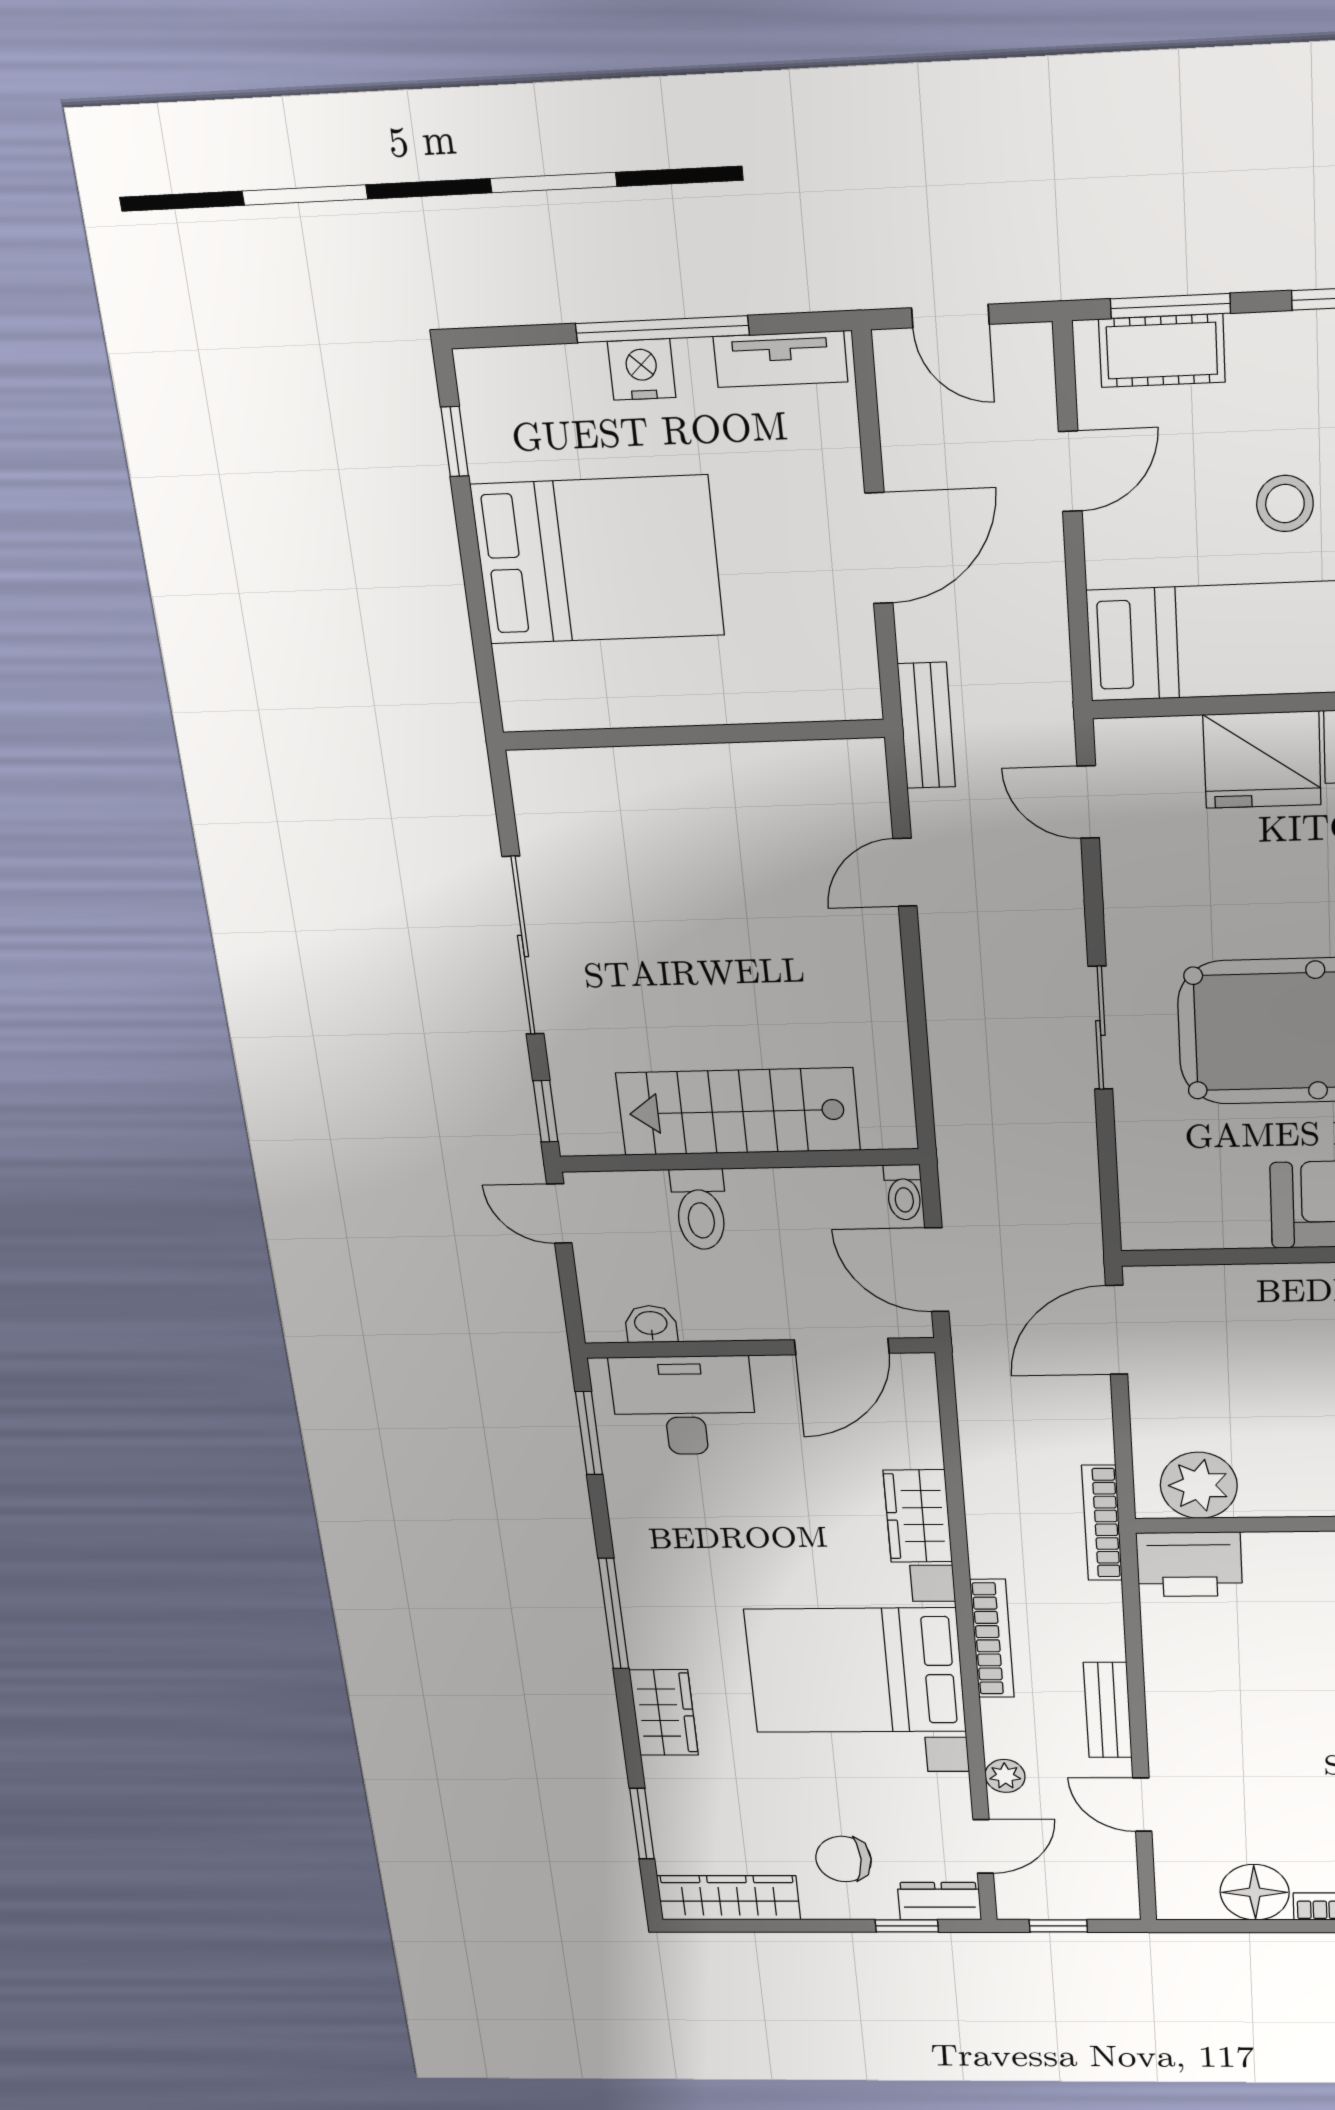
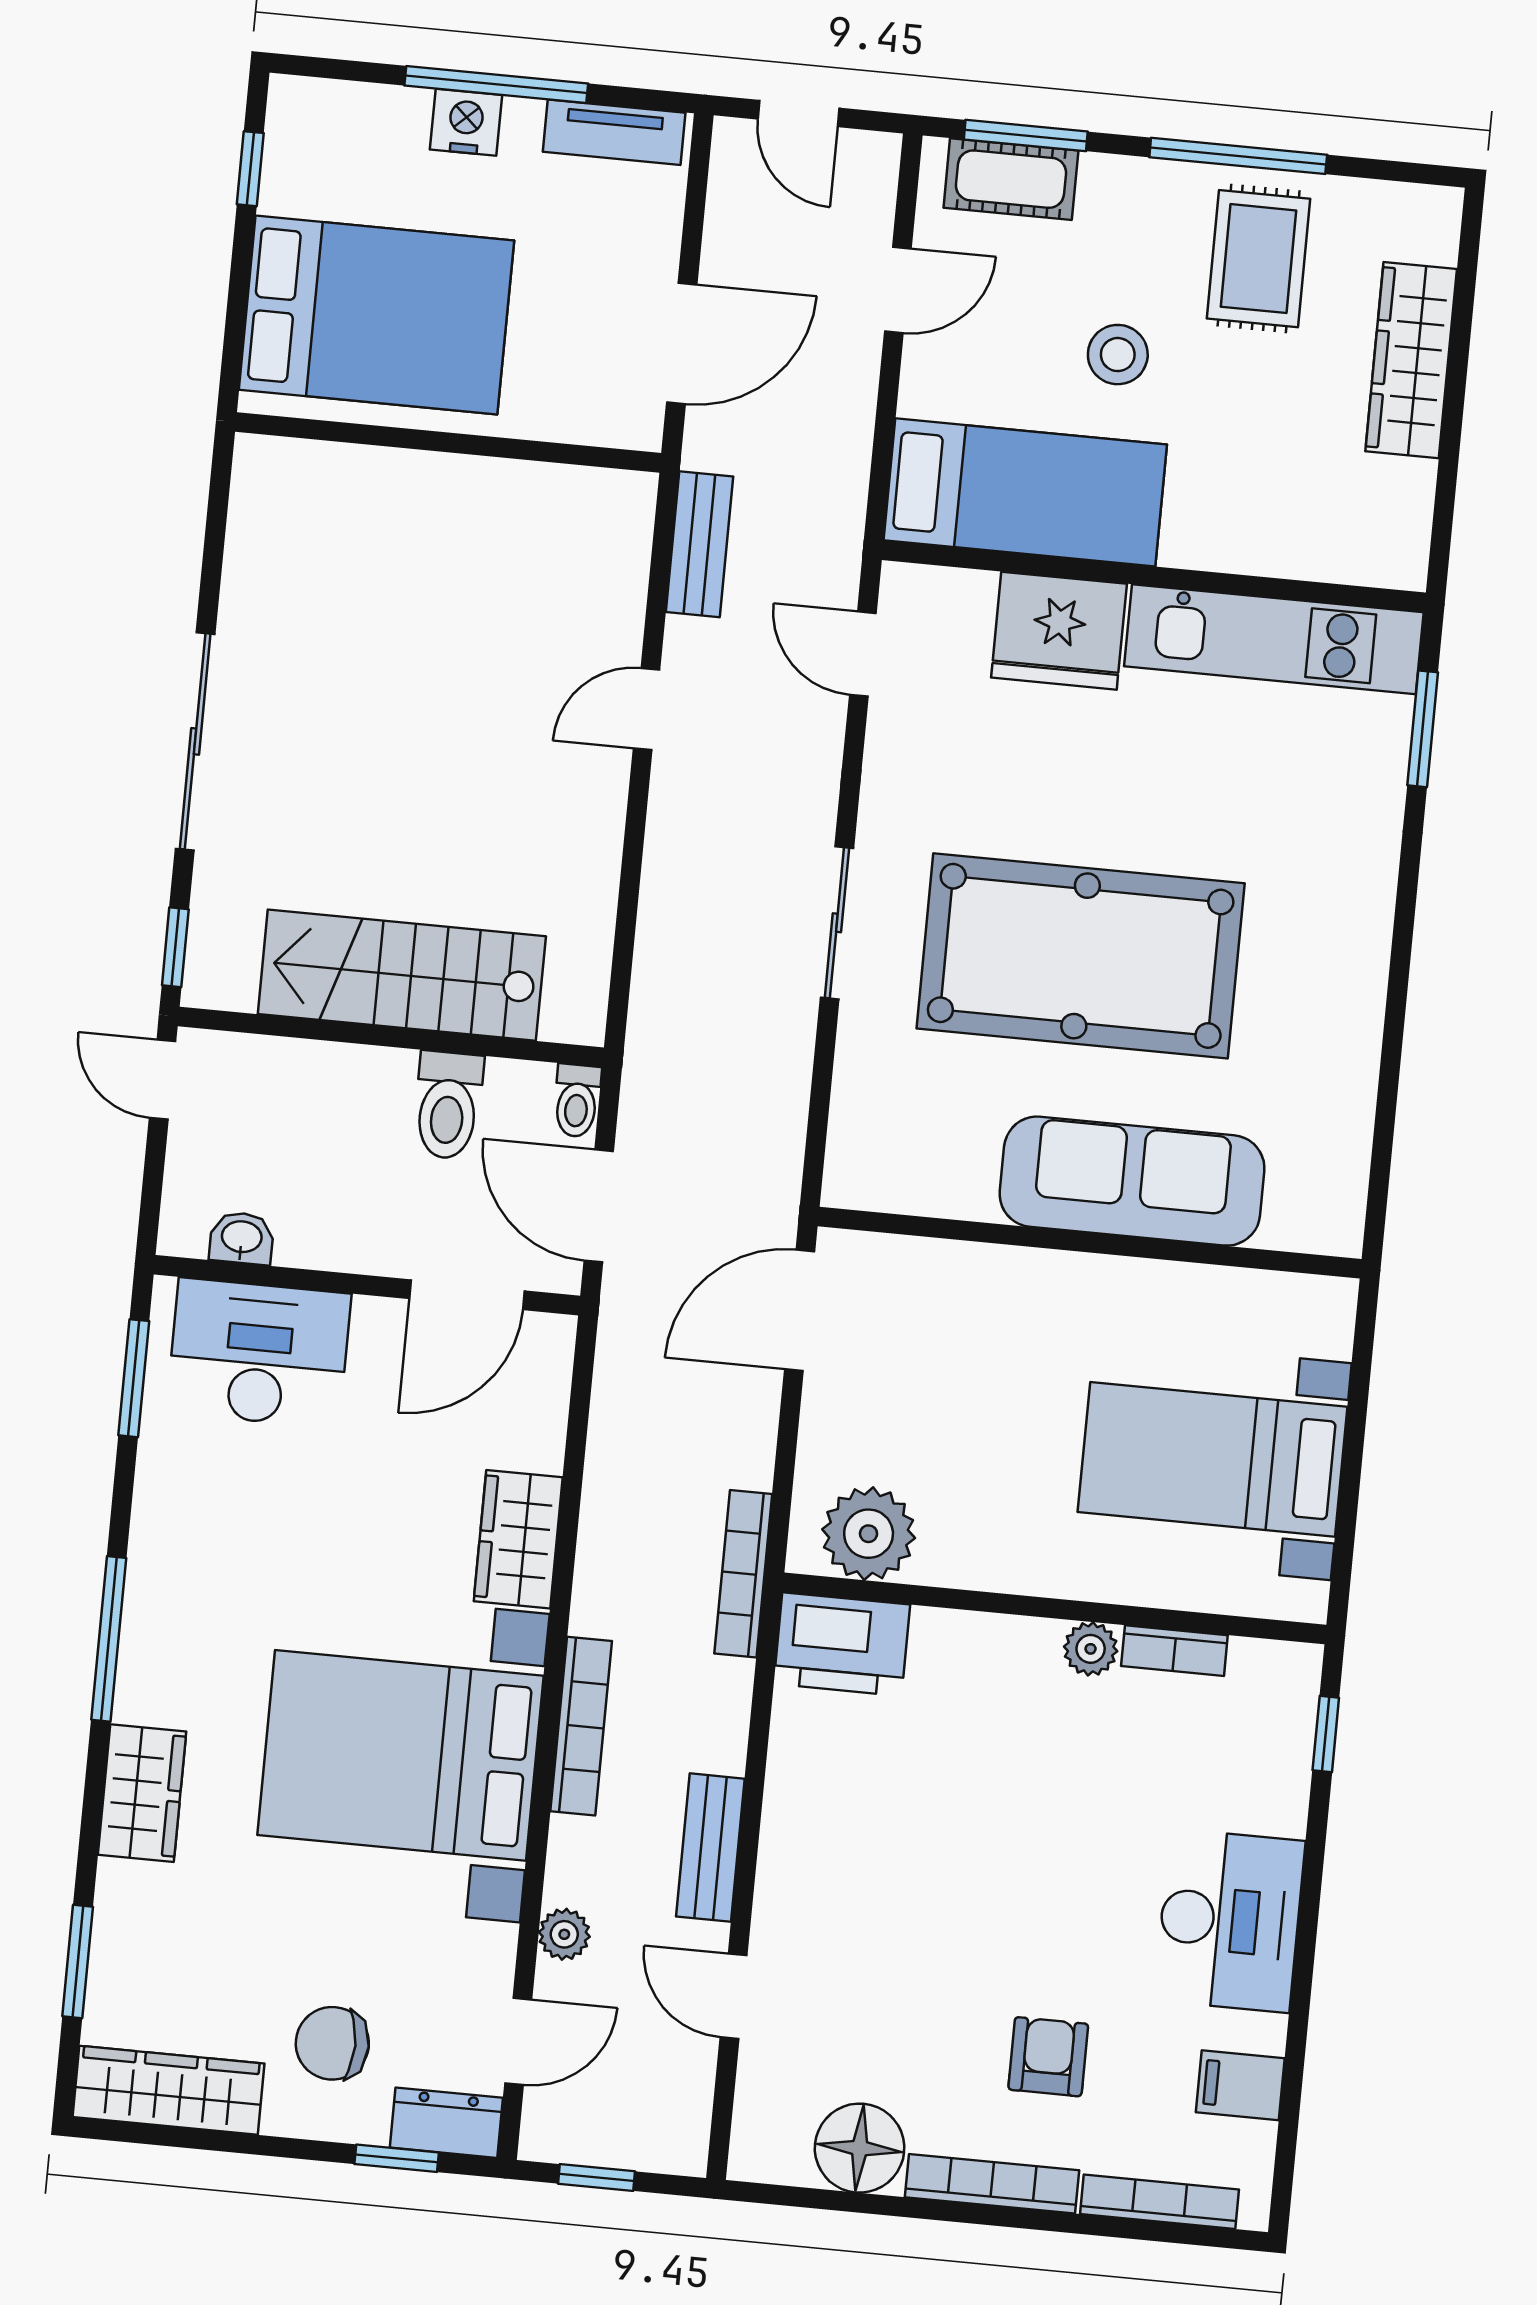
wall: (693, 735) -> (448, 442), moved
toilet: (700, 1209) -> (448, 1105), moved

